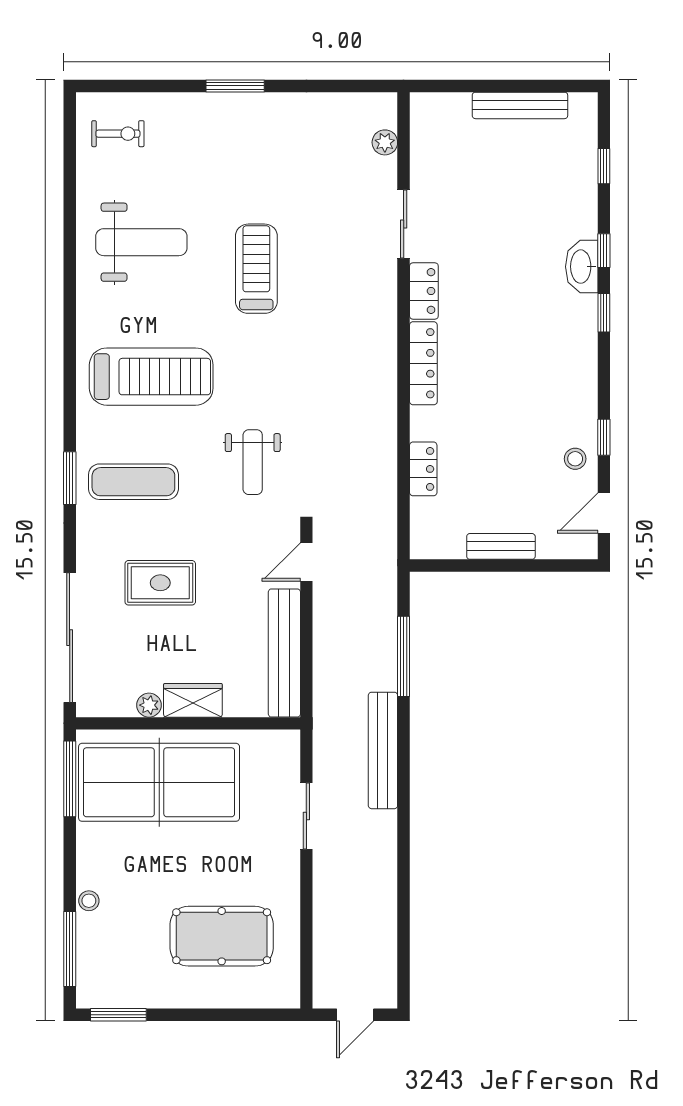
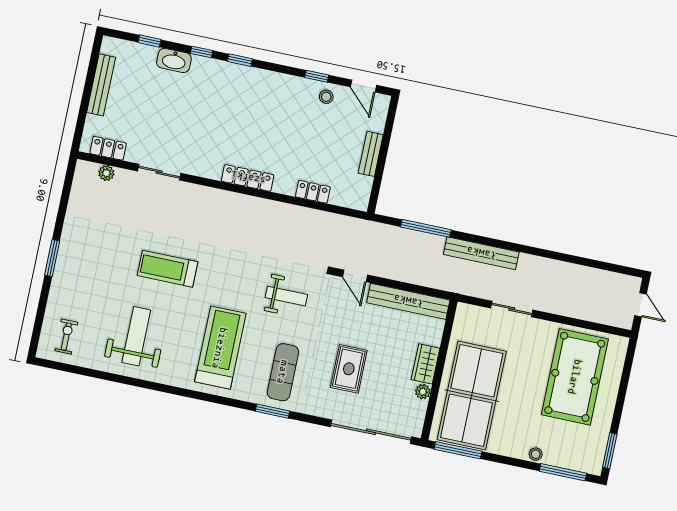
washbasin: (582, 267) -> (174, 60), moved
locker: (424, 291) -> (108, 148), moved
pool table: (222, 936) -> (575, 377), width x1.36, depth x1.32

